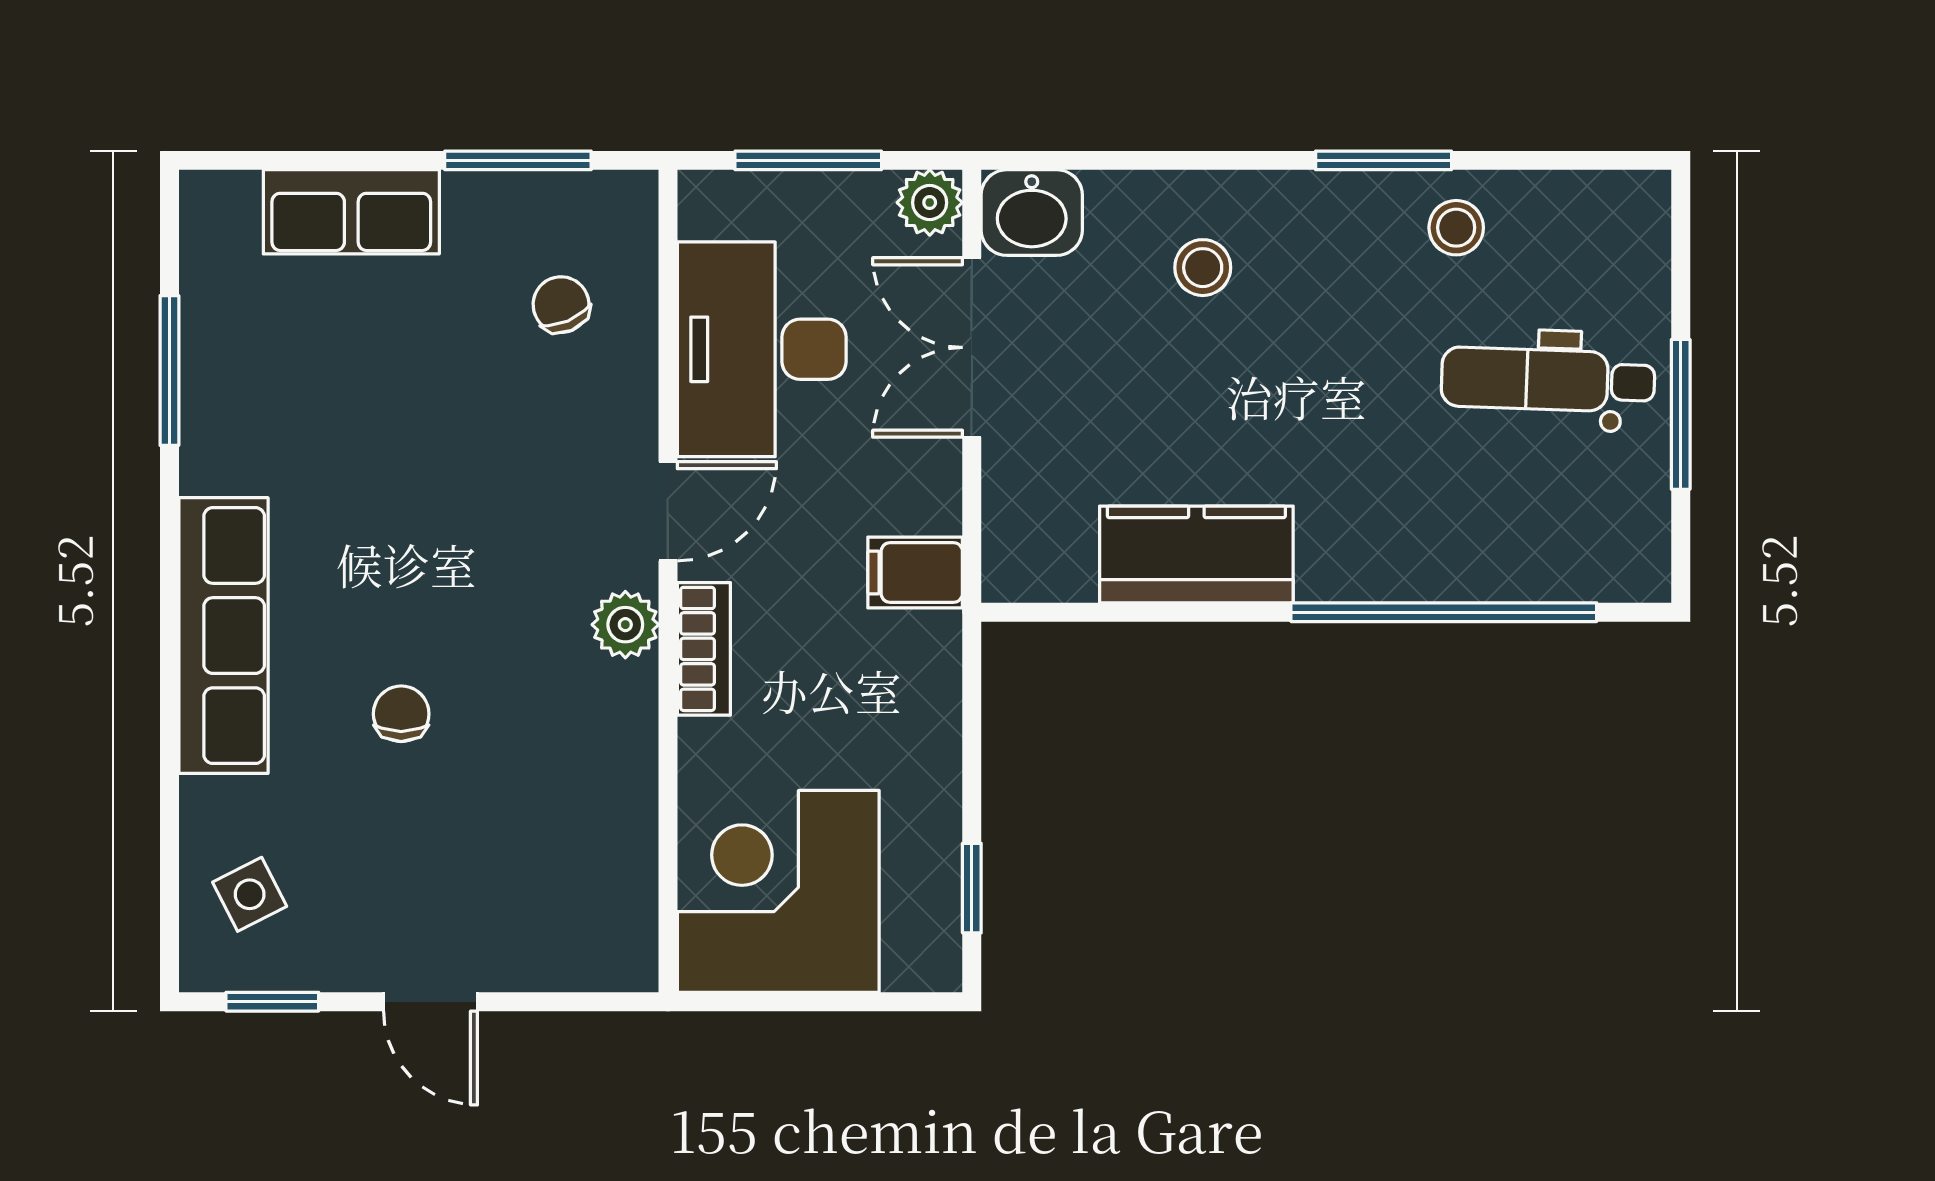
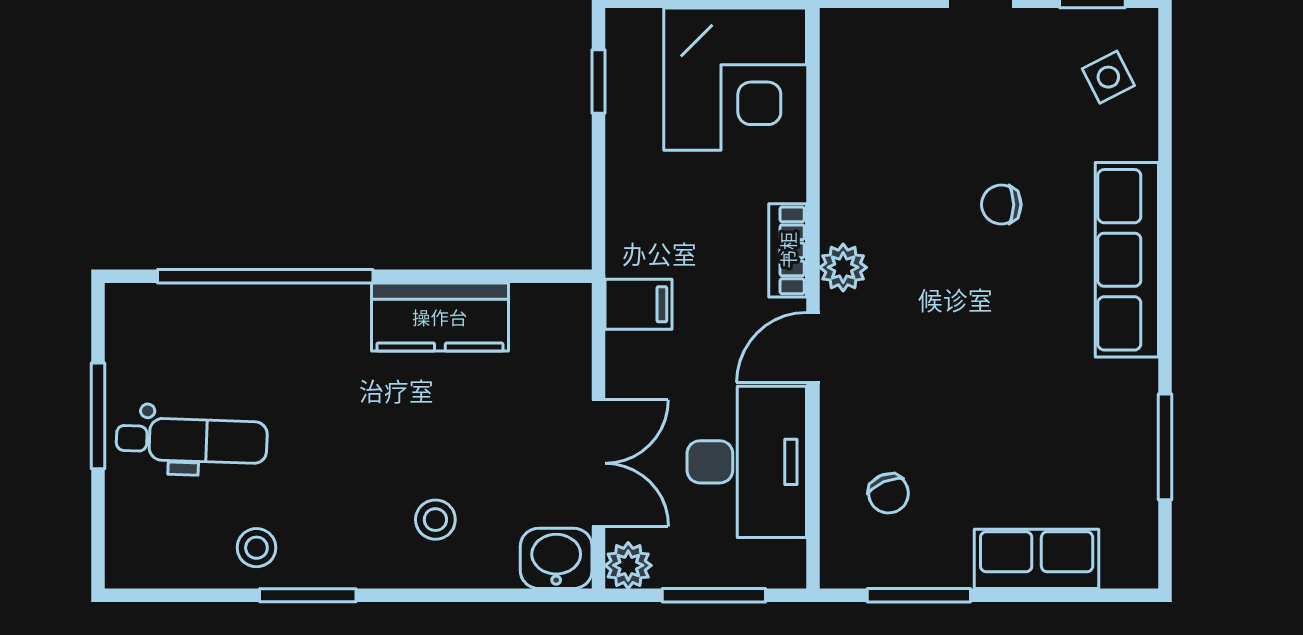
chair: (401, 714) -> (1001, 205), turned 90

